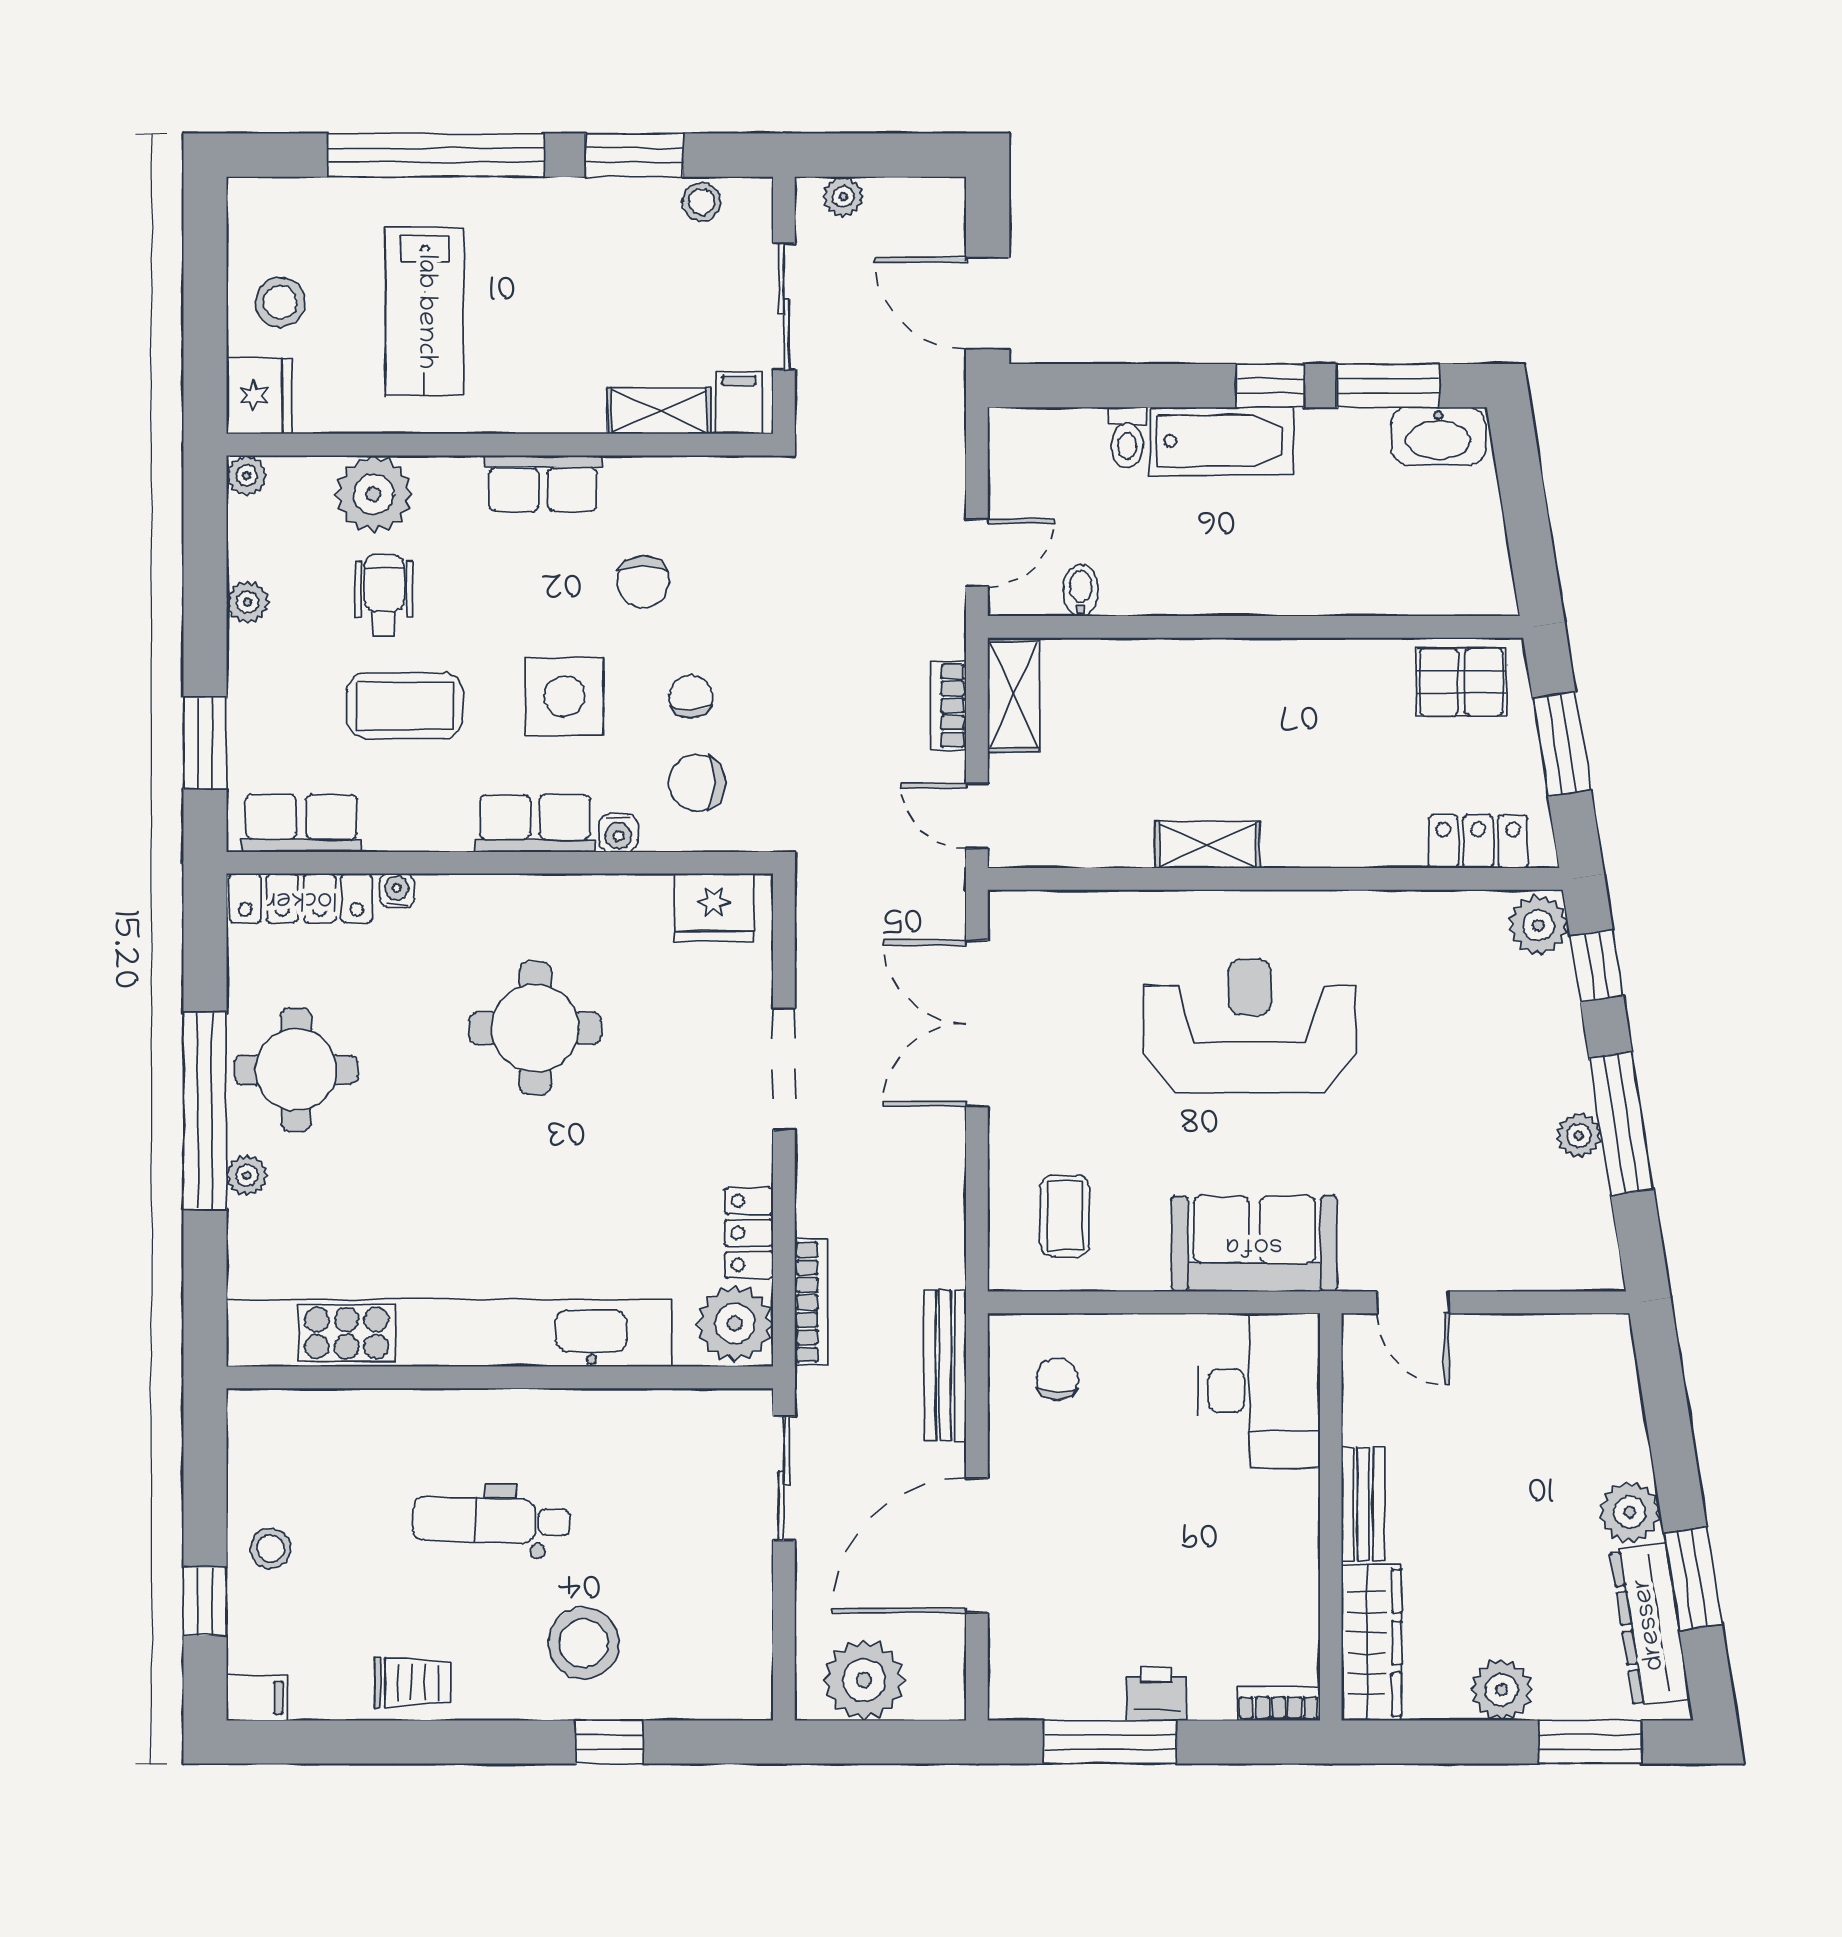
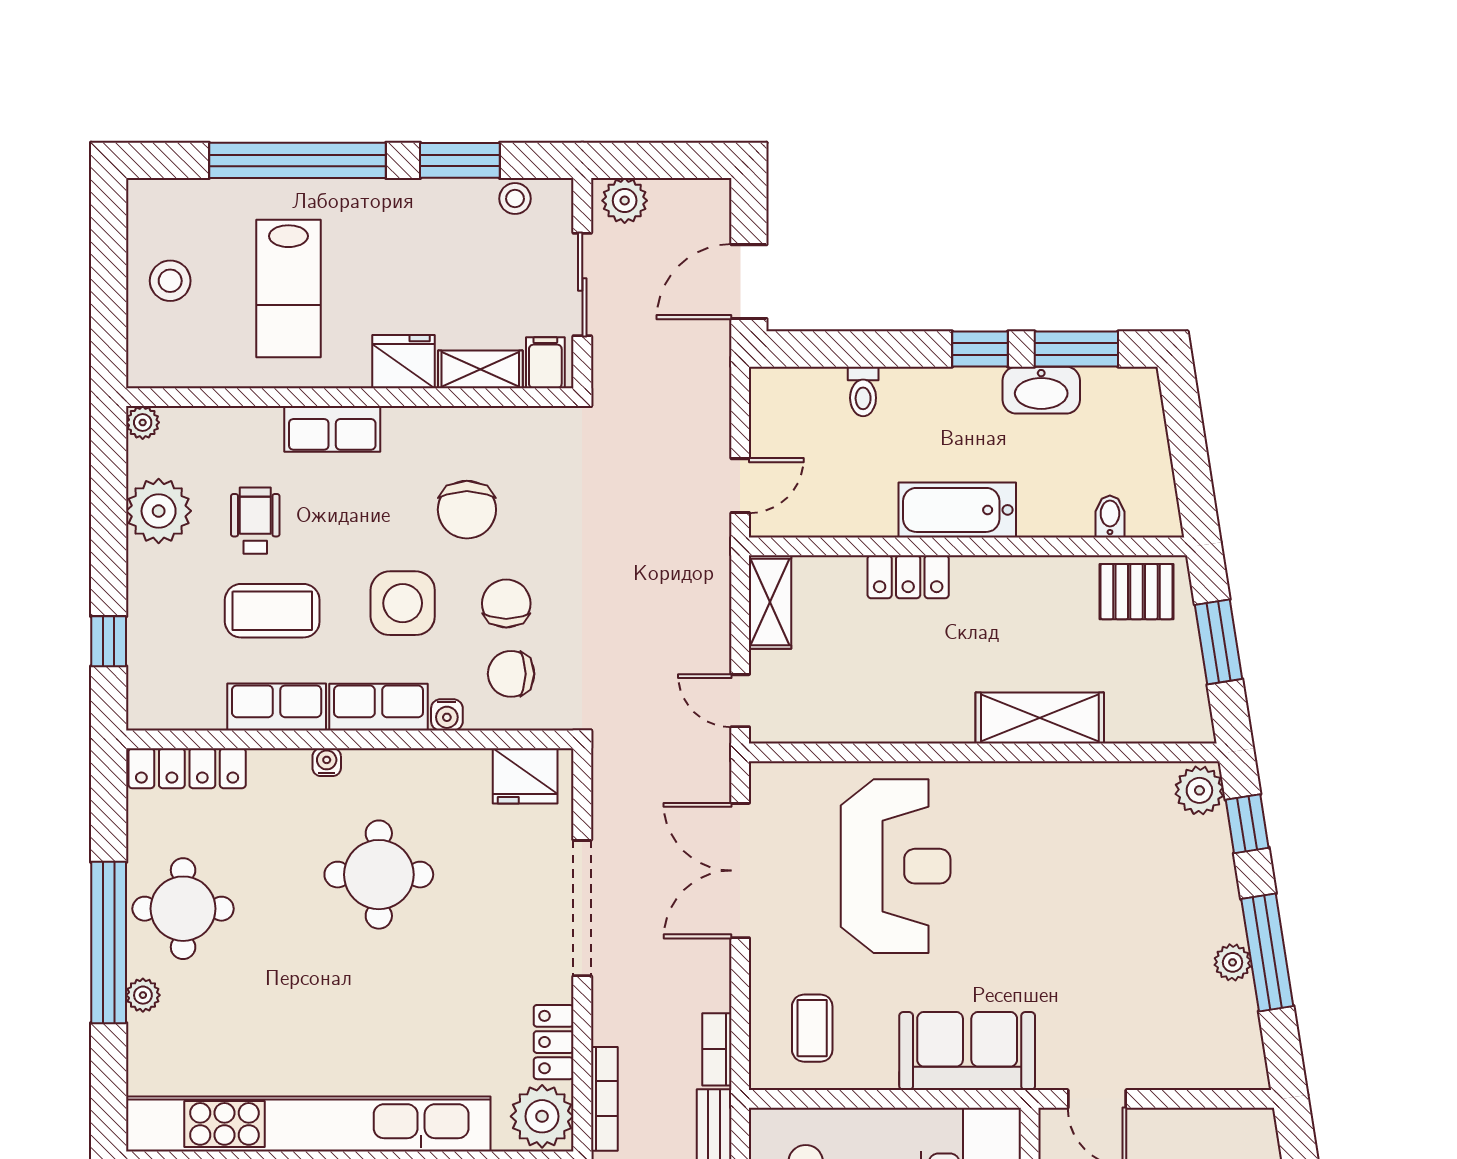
plant: (843, 197) -> (625, 201), width x1.38, depth x1.38
door: (988, 303) -> (749, 282), hinge flipped
fridge: (259, 396) -> (403, 362), moved, turned -90
washbasin: (1438, 436) -> (1041, 390), moved
bathtub: (1222, 441) -> (957, 510), moved, turned 180
row of seats: (543, 483) -> (332, 429), moved
plant: (374, 494) -> (247, 438), removed
chair: (643, 582) -> (467, 510), width x1.37, depth x1.37
bidet: (1081, 590) -> (1110, 516), moved
plant: (248, 602) -> (159, 511), width x1.88, depth x1.88
chair: (691, 697) -> (506, 603), width x1.37, depth x1.37
bookcase: (948, 706) -> (717, 1049), moved
window: (205, 743) -> (109, 641), width x0.67
row of seats: (301, 823) -> (277, 707), moved
locker: (1478, 842) -> (908, 577), moved, turned 180
shelving: (1207, 845) -> (1040, 718), moved, width x1.50, depth x1.33
water cooler: (397, 891) -> (327, 762), moved
reception desk: (1250, 1026) -> (896, 866), moved, turned 90
doorway: (784, 1069) -> (582, 908), width x1.36

